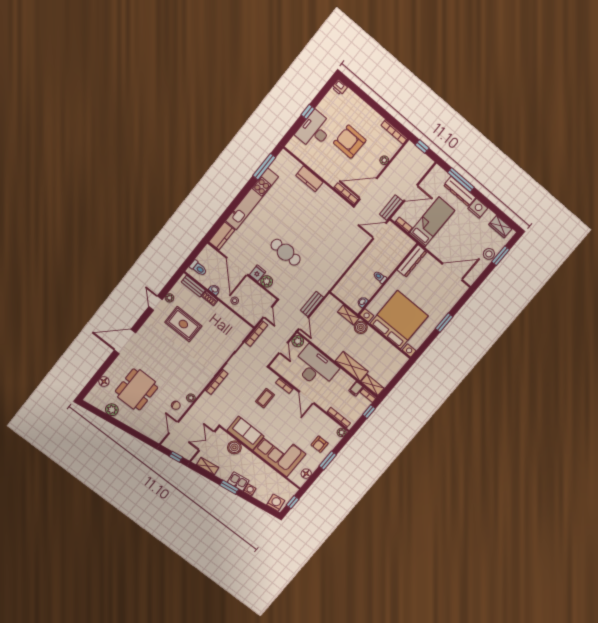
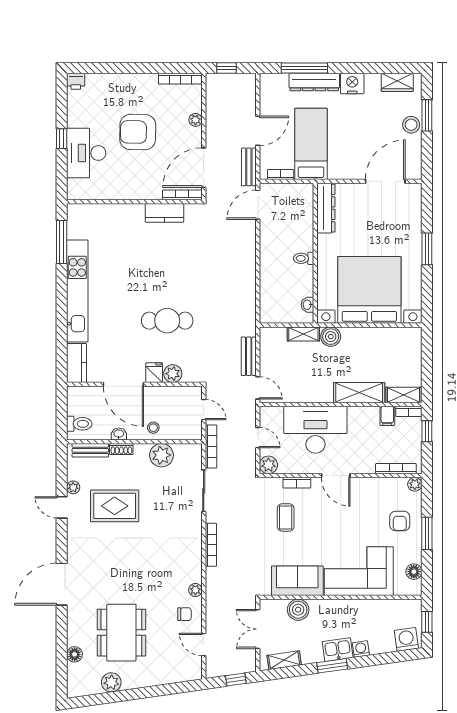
kitchen counter: (309, 179) -> (164, 213), moved
plant: (228, 318) -> (161, 455), added
plant: (298, 341) -> (268, 465), moved

